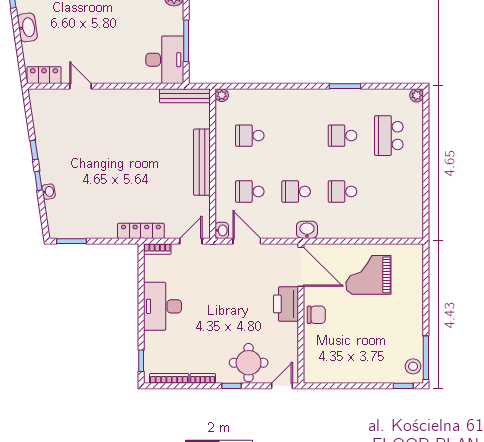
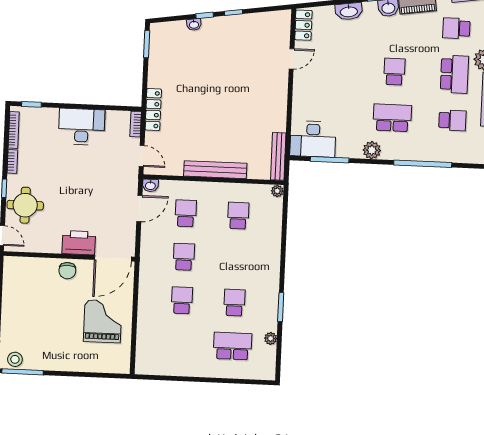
plant: (417, 95) -> (271, 338), moved
washbasin: (307, 230) -> (147, 265), removed

